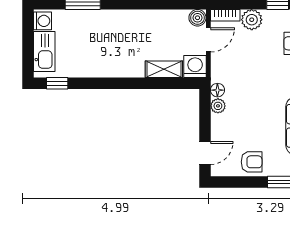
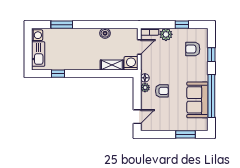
boiler: (197, 18) -> (105, 33), moved
window: (57, 83) -> (58, 74), moved
armchair: (252, 162) -> (162, 91), moved

